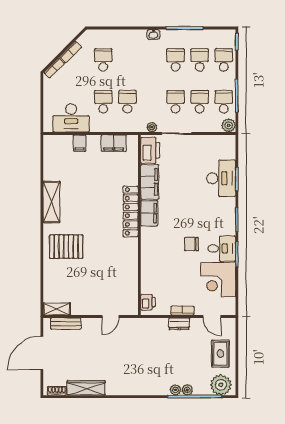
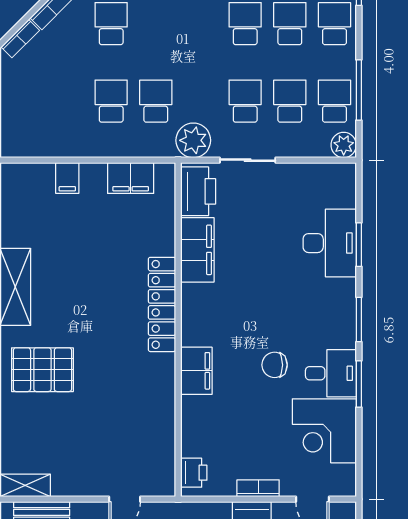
desk: (71, 118) -> (52, 131), removed
plant: (152, 127) -> (193, 140), width x1.88, depth x1.88
filing cabinet: (149, 213) -> (196, 371), moved

